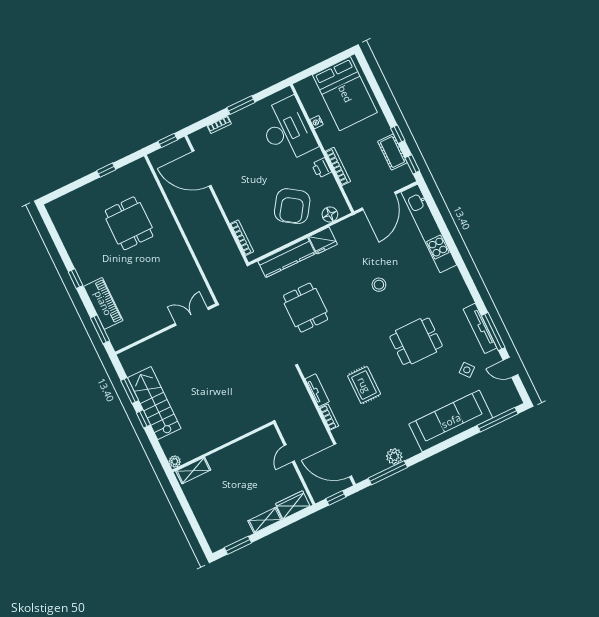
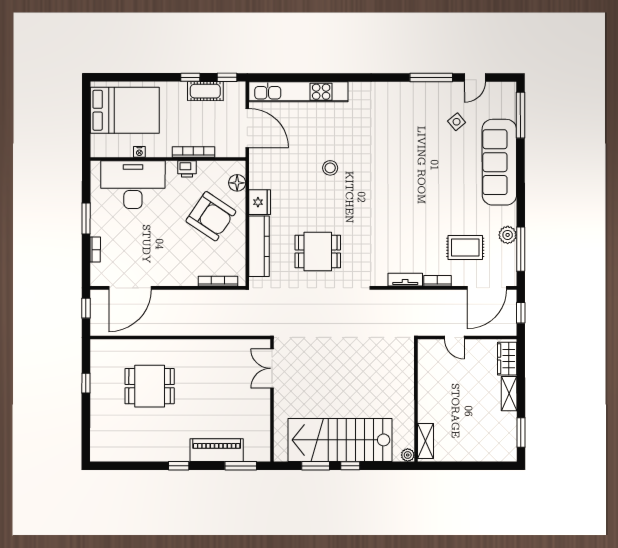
tv unit: (480, 328) -> (422, 89), removed
dining table: (416, 341) -> (404, 158), removed
rug: (364, 385) -> (465, 247), moved
stairs: (154, 403) -> (340, 440), width x1.36, depth x1.51

